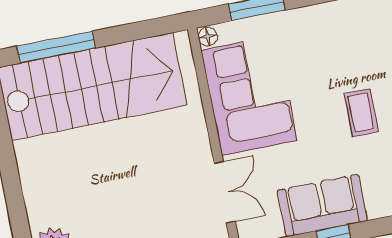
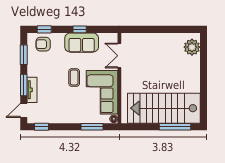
coffee table: (361, 113) -> (74, 78), moved

